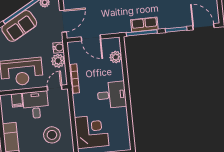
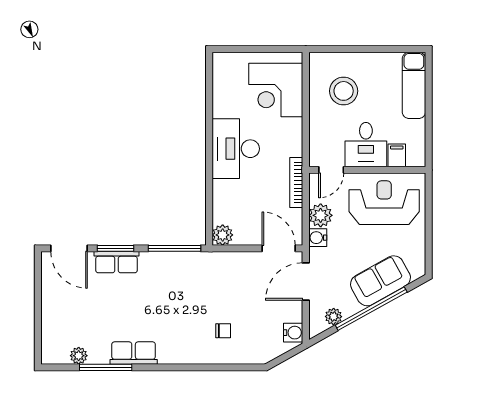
row of seats: (144, 24) -> (117, 262), moved
door: (91, 38) -> (279, 248), moved
plant: (116, 57) -> (223, 235), moved
desk: (112, 95) -> (236, 149), width x1.37

